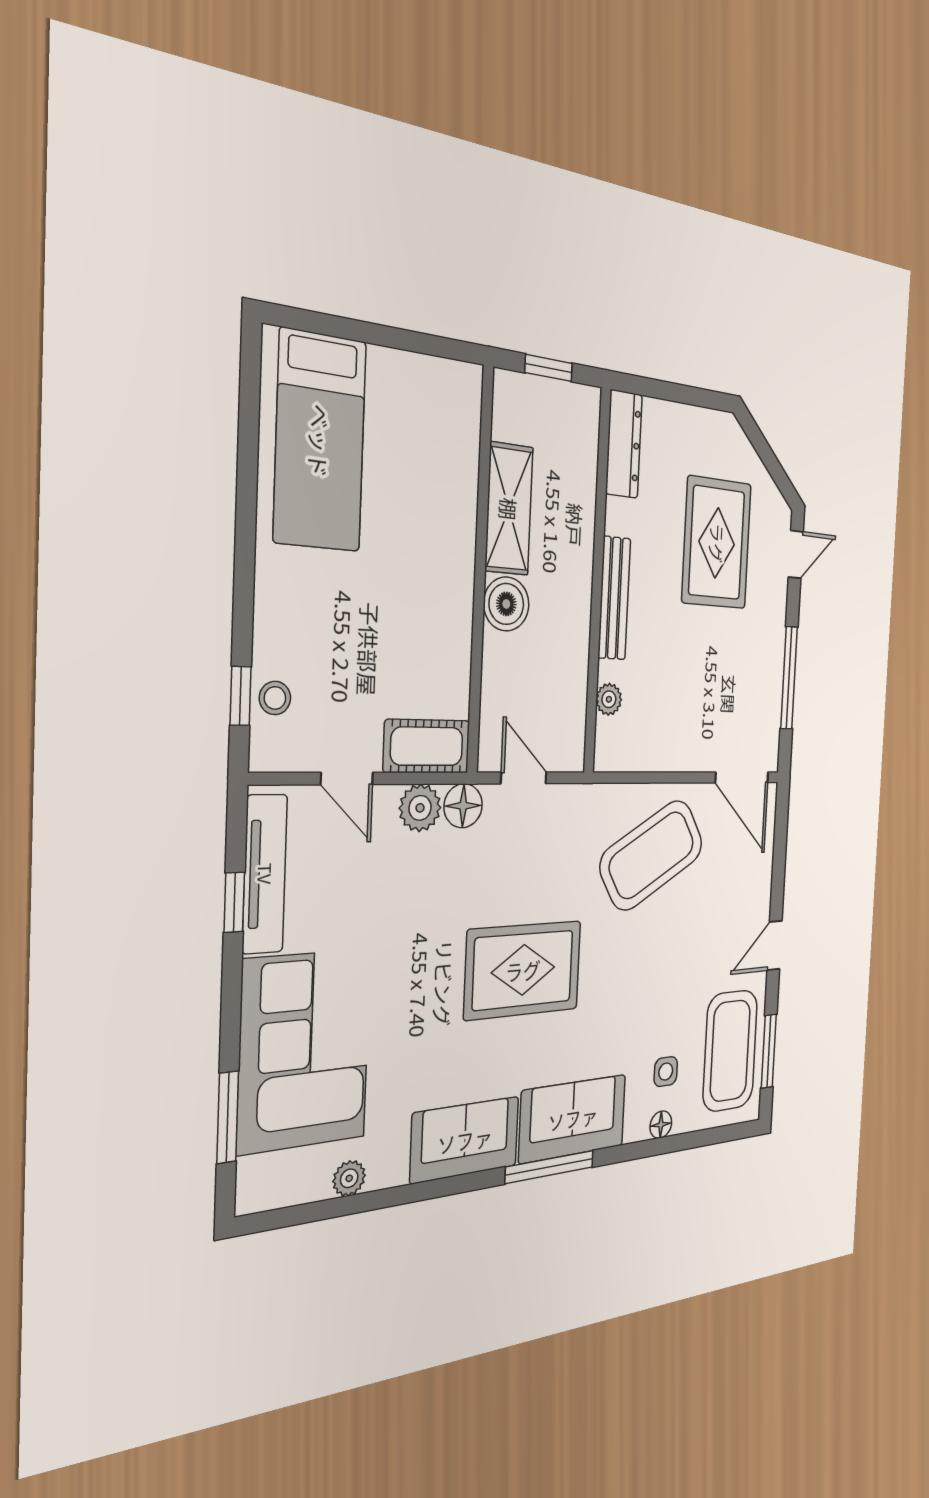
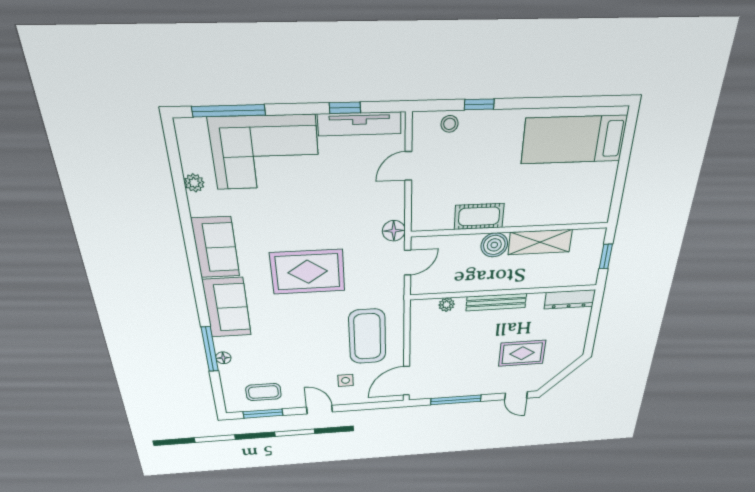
rug: (717, 543) -> (522, 353), width x0.73, depth x0.70
window: (241, 696) -> (479, 104), moved
cot: (427, 746) -> (479, 216), moved, turned 90
plant: (420, 808) -> (393, 207), removed
coffee table: (652, 855) -> (367, 337), turned 30
rug: (523, 970) -> (308, 272), turned 90
coffee table: (730, 1051) -> (263, 392), width x0.54, depth x0.58
side table: (666, 1072) -> (346, 380), moved
window: (228, 1117) -> (229, 111), width x1.44
window: (550, 1167) -> (210, 349), moved

